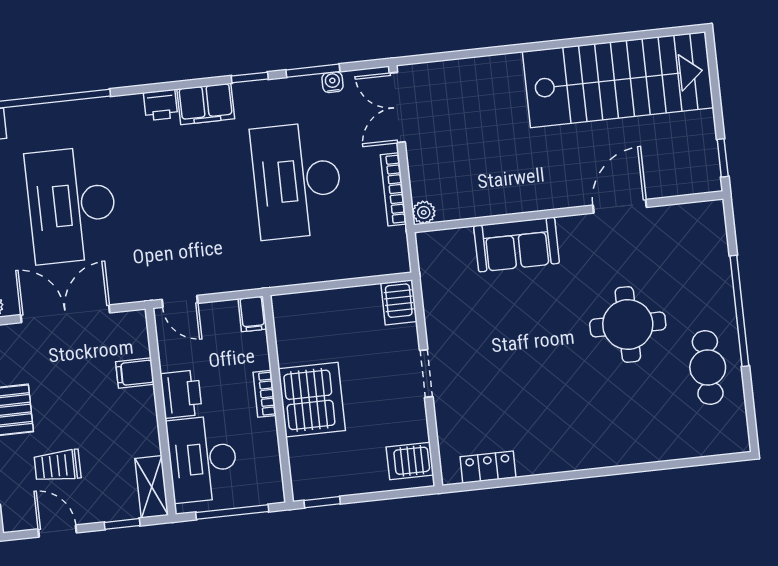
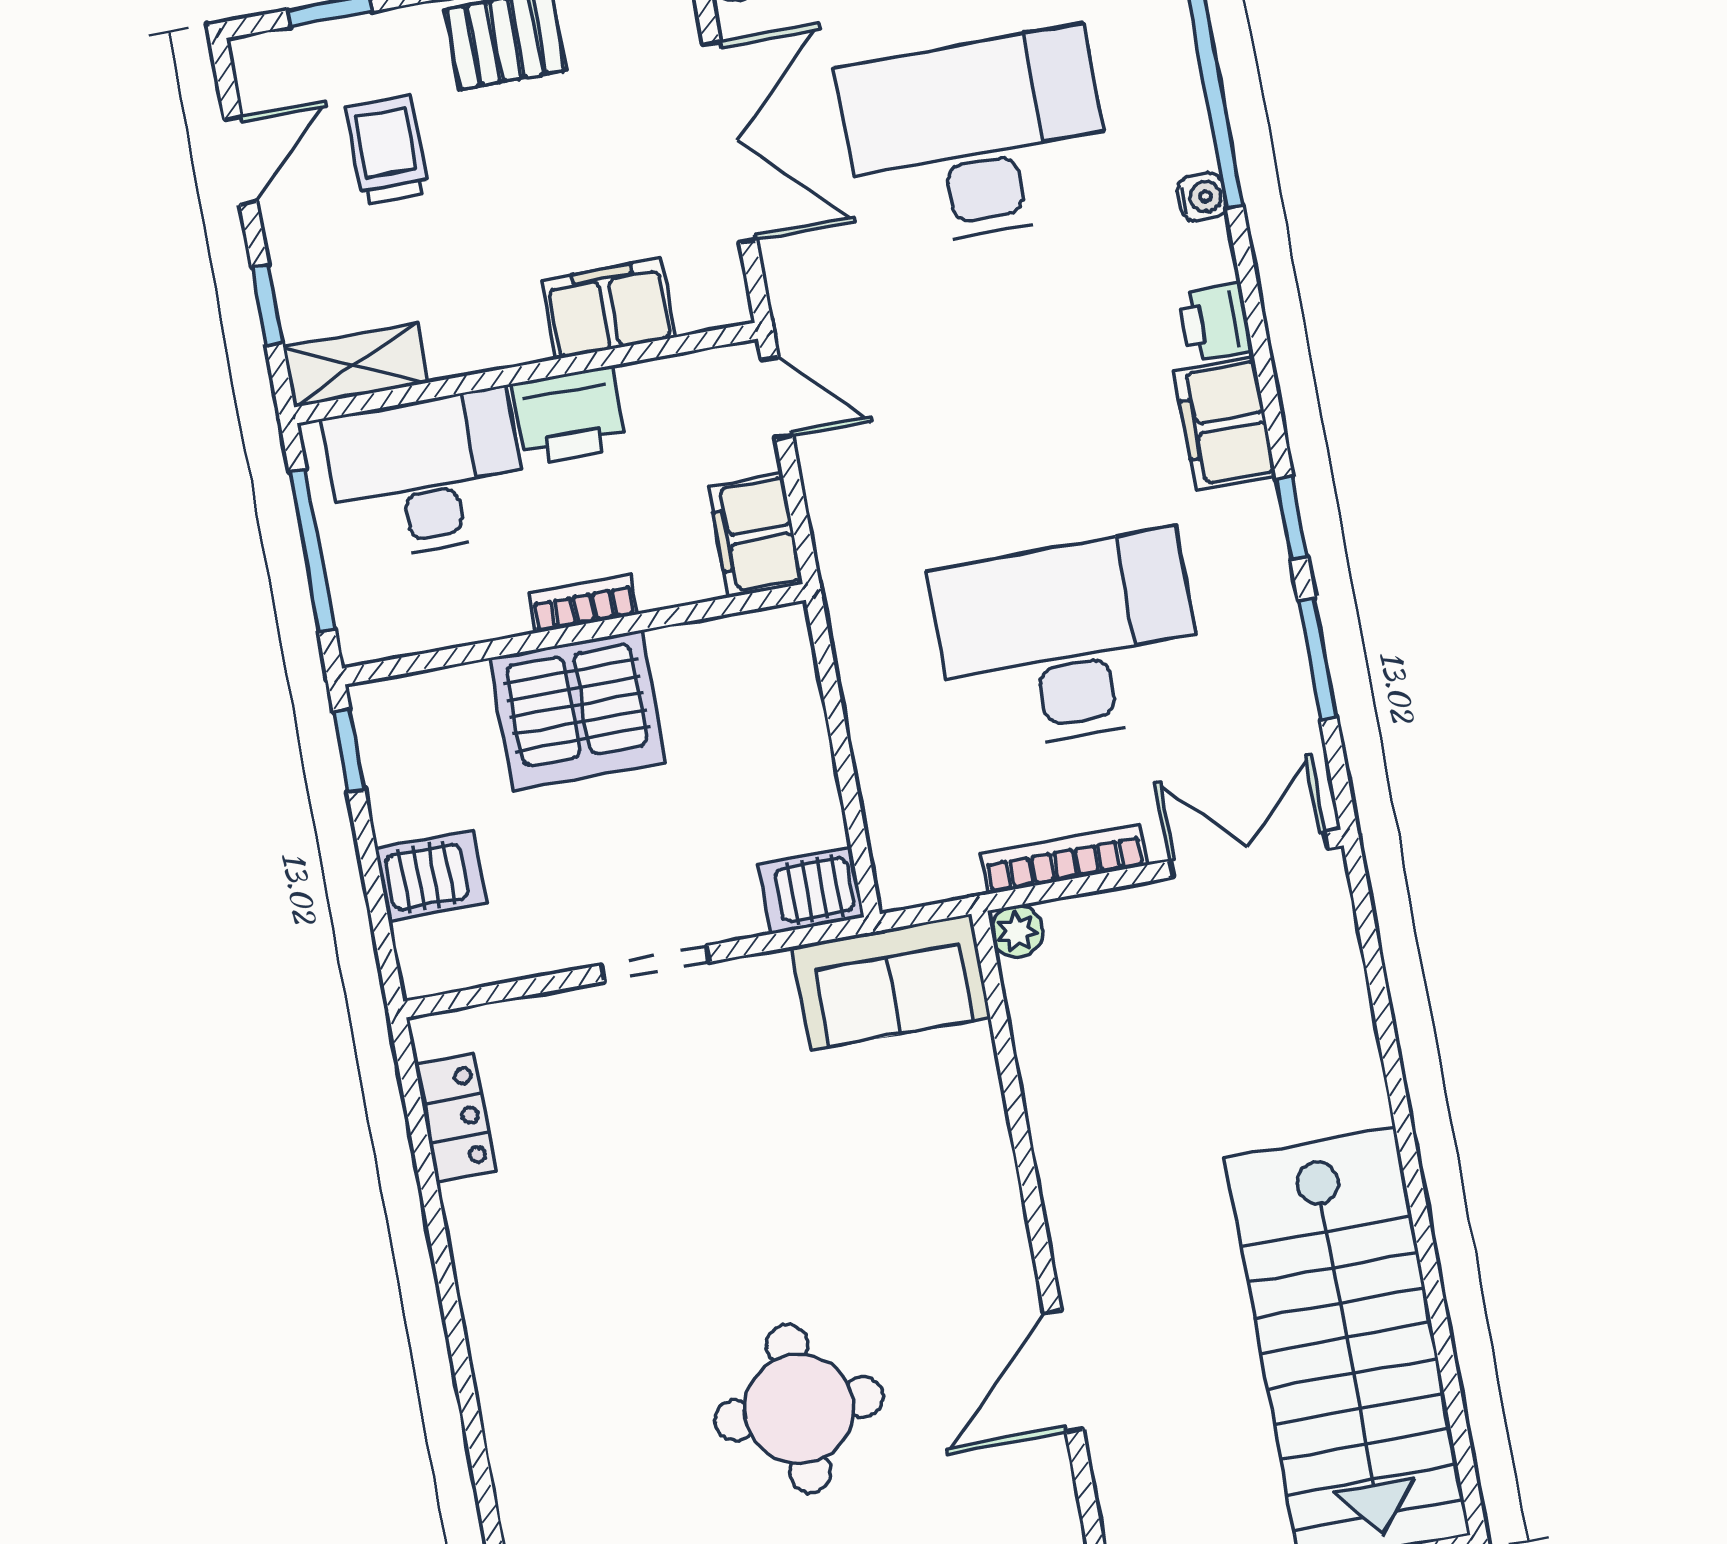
water cooler: (332, 82) -> (1202, 197), moved
door: (620, 206) -> (1064, 1371), swing flipped
sofa: (517, 244) -> (891, 982), moved, turned -90
door: (180, 301) -> (777, 398), swing flipped
filing cabinet: (252, 314) -> (756, 535), width x2.00
filing cabinet: (135, 373) -> (608, 309), width x2.00
server rack: (410, 461) -> (431, 876), moved, turned 90

